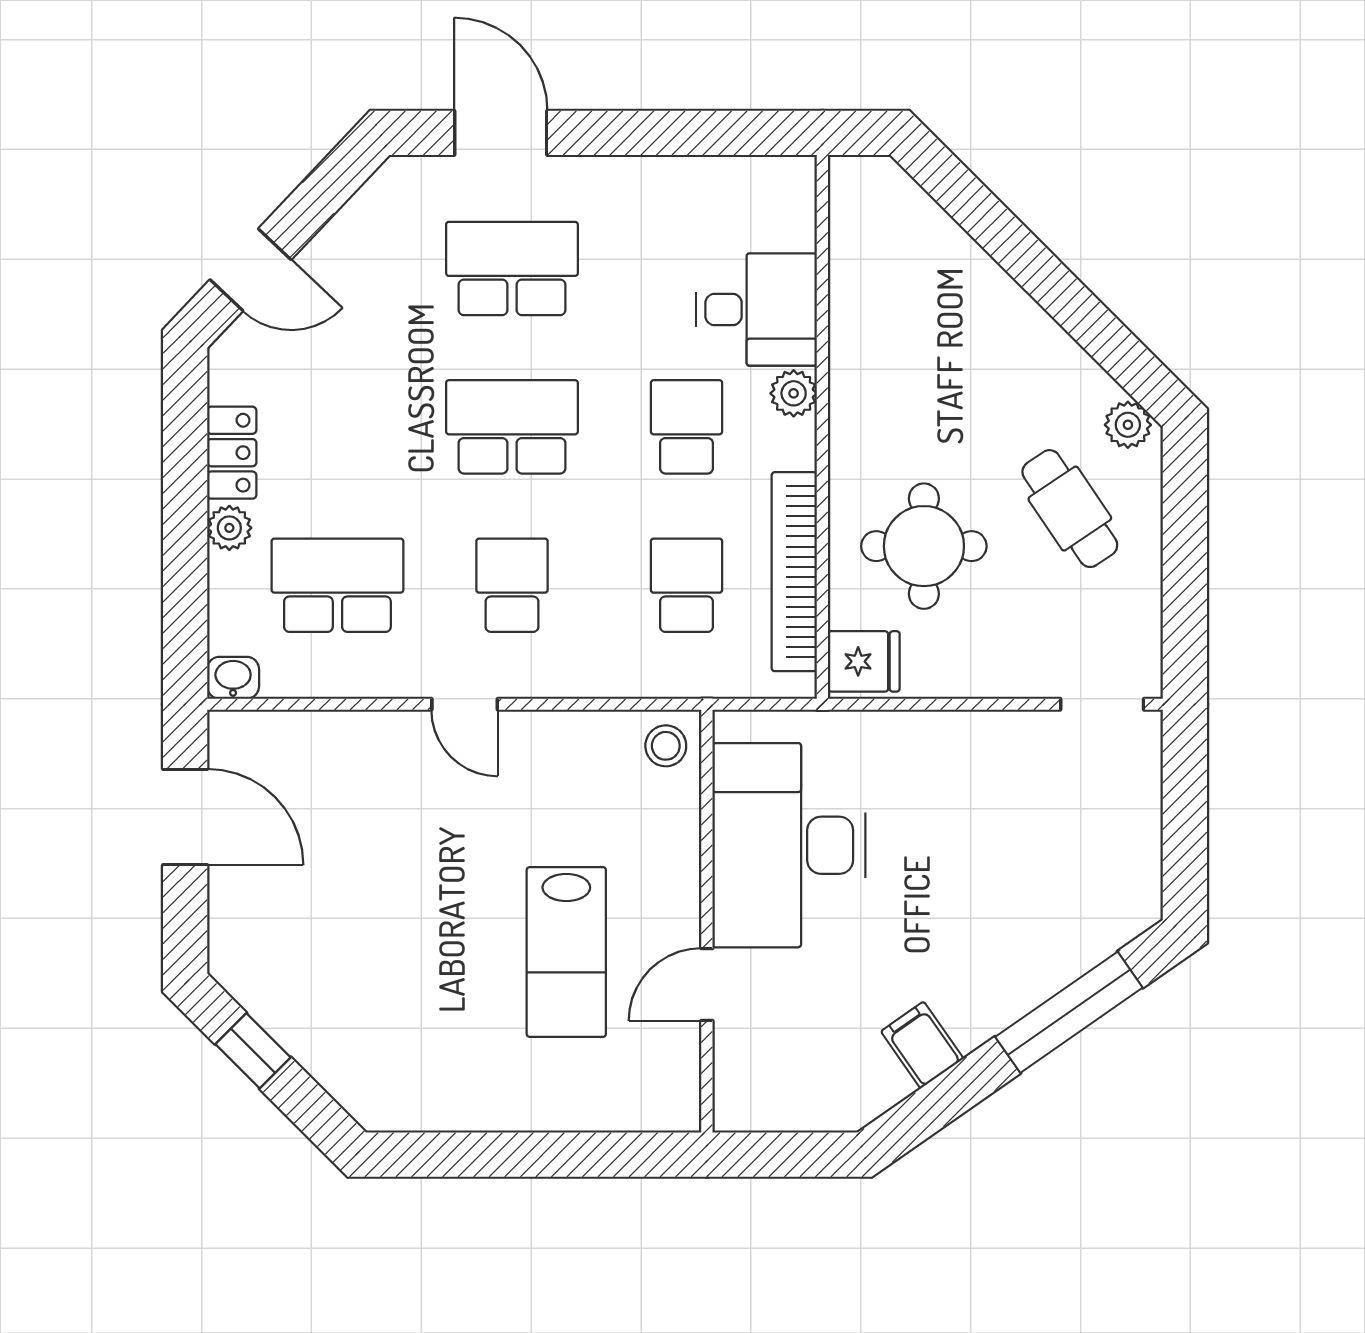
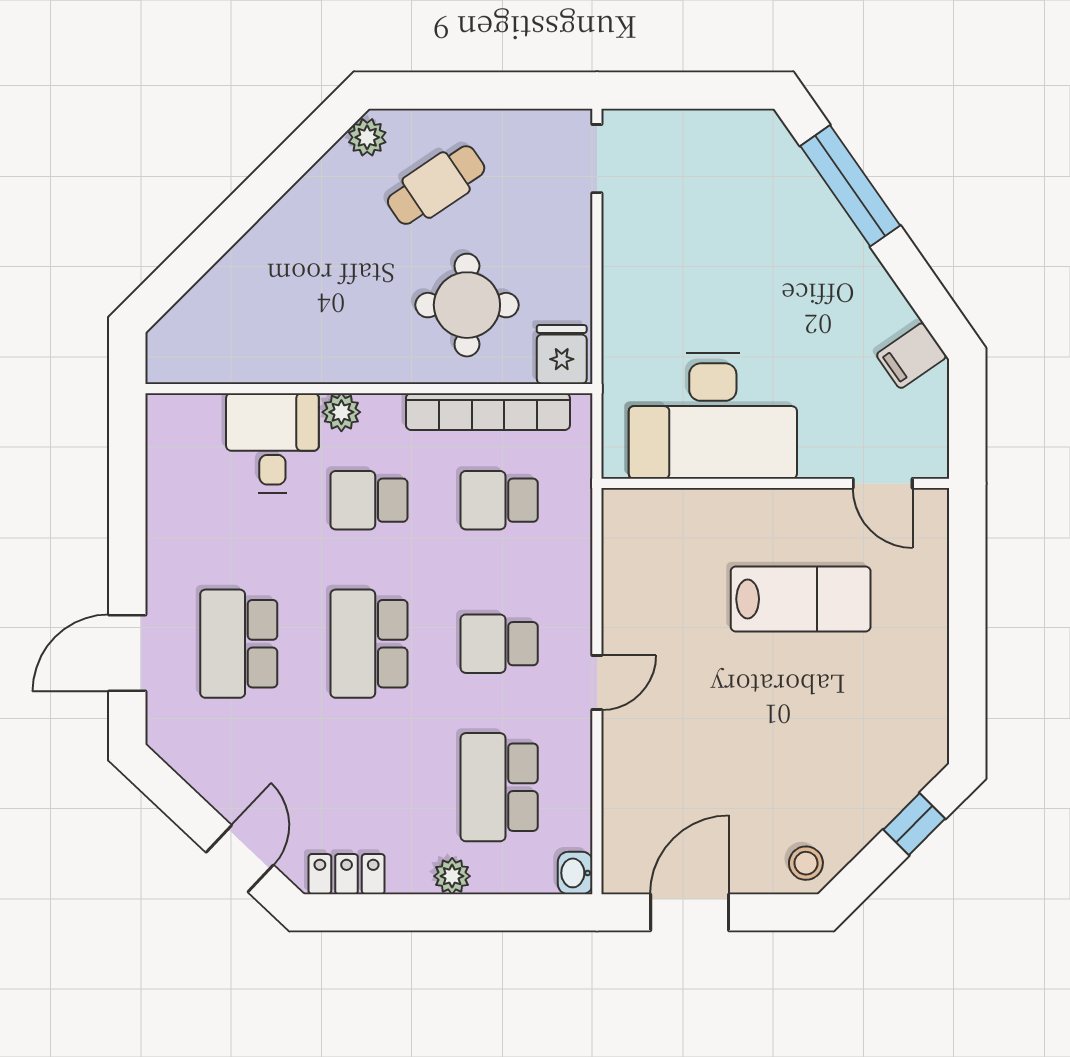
locker: (232, 453) -> (347, 874), moved
stool: (666, 746) -> (806, 863), moved
door: (707, 985) -> (883, 483), moved
filing cabinet: (922, 1045) -> (911, 356), moved
window: (253, 1051) -> (914, 824), moved

